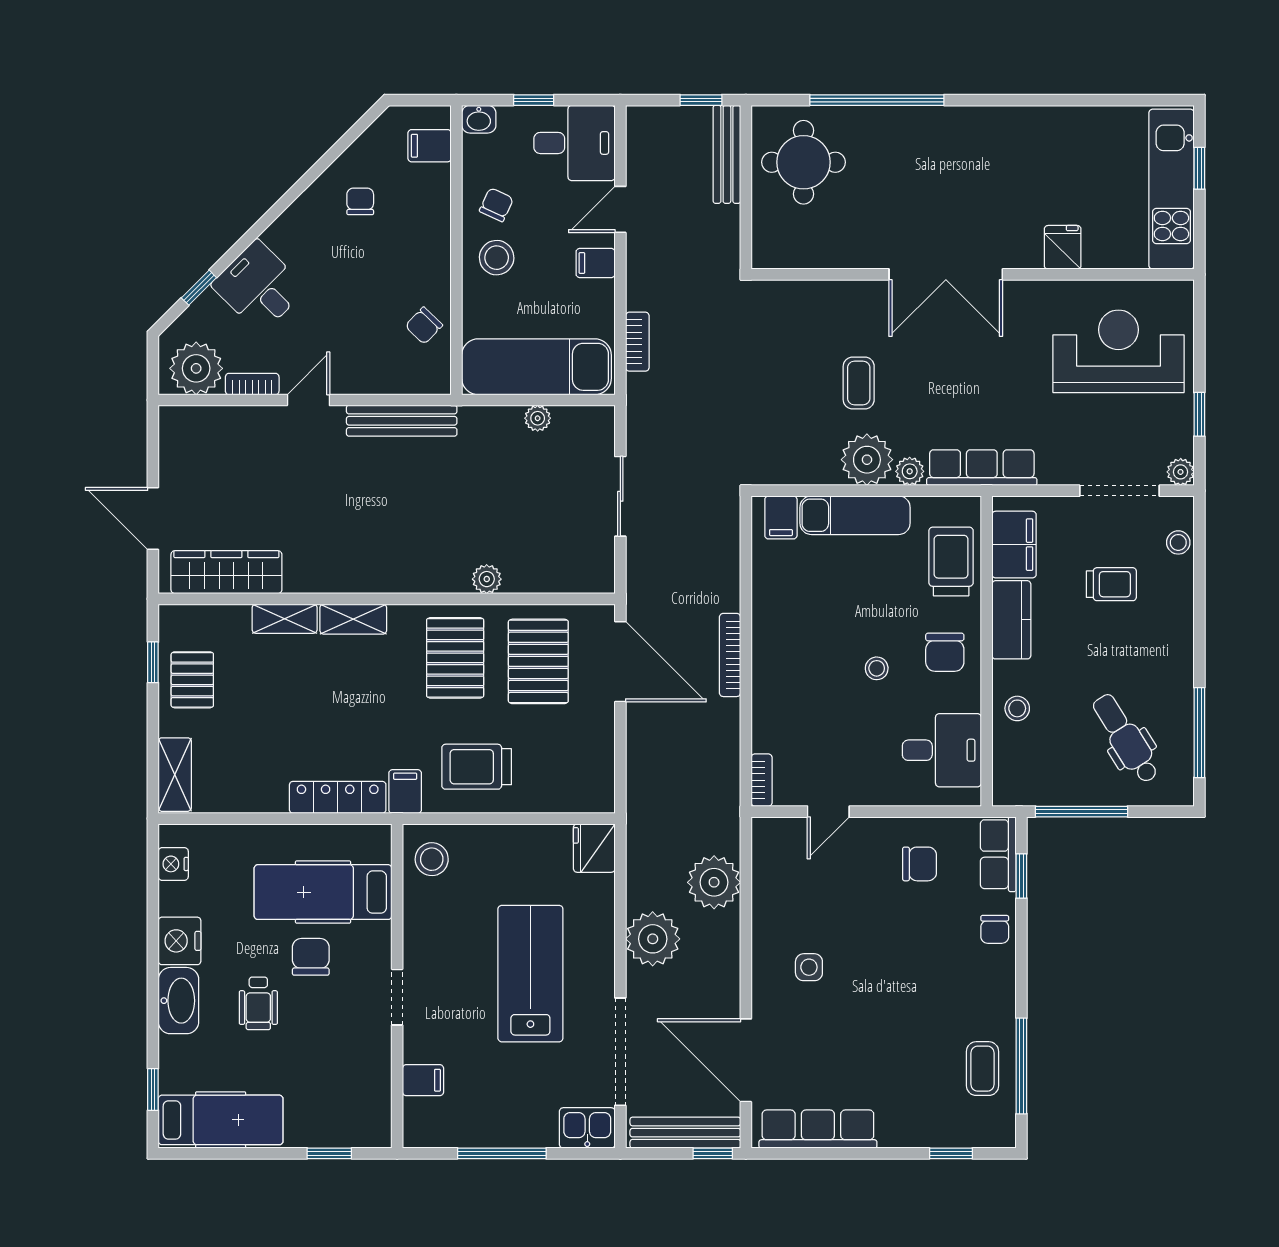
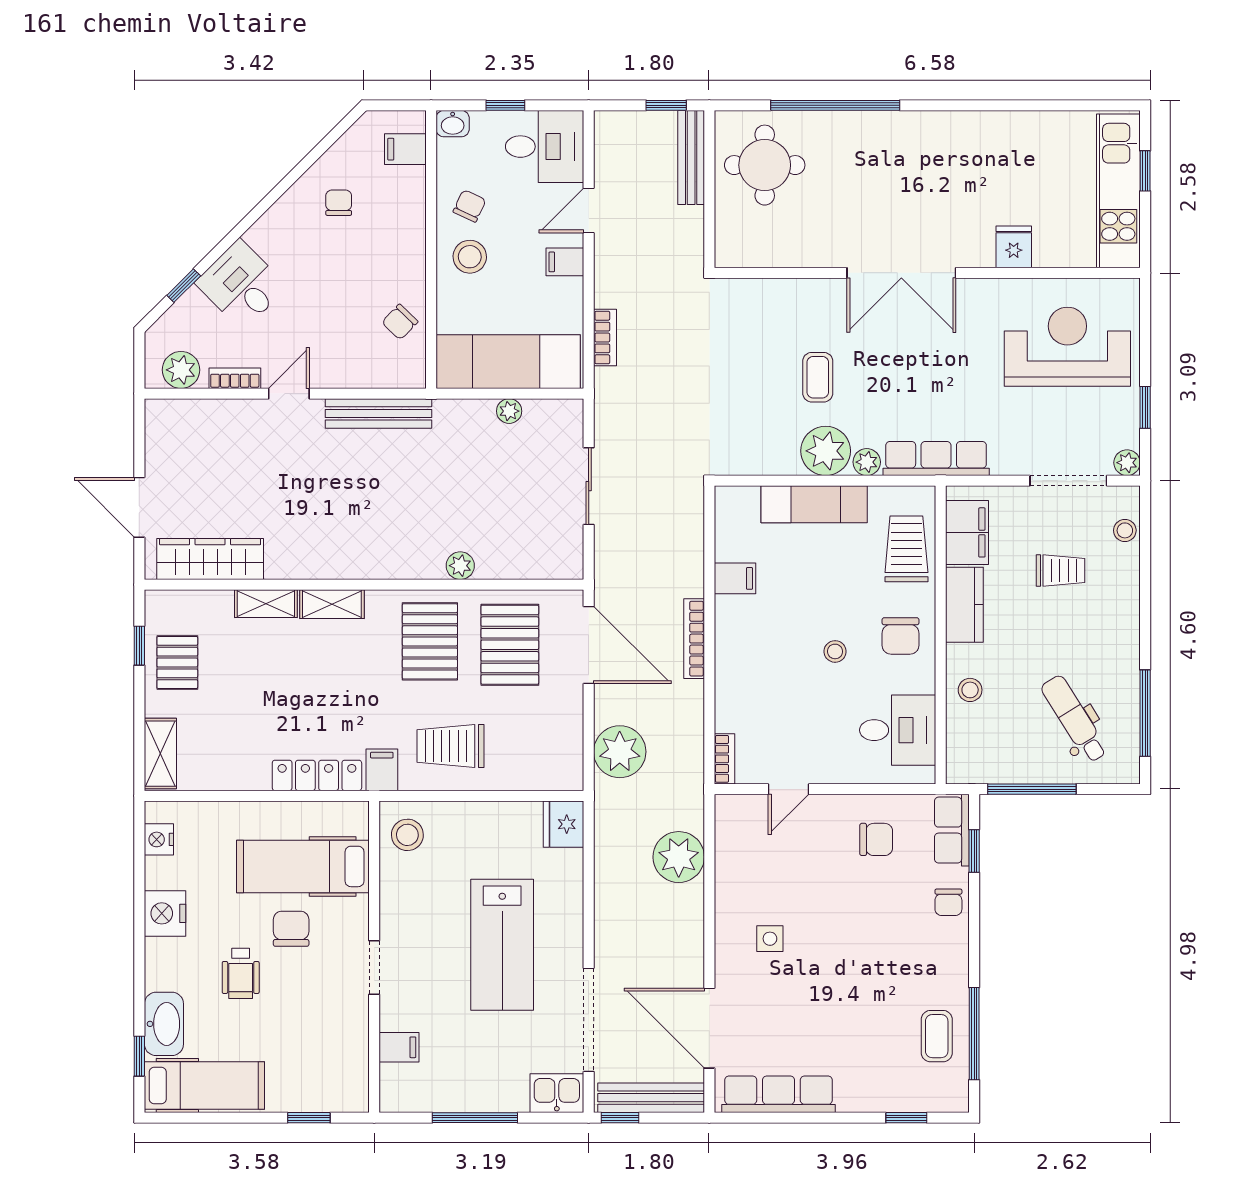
plant: (196, 368) -> (181, 370), width x0.73, depth x0.73
filing cabinet: (781, 517) -> (735, 578), moved, turned -90
plant: (653, 939) -> (620, 752), moved
lab bench: (530, 974) -> (502, 945), turned 180
washbasin: (178, 1001) -> (164, 1024), moved
window: (713, 1153) -> (620, 1118), moved

